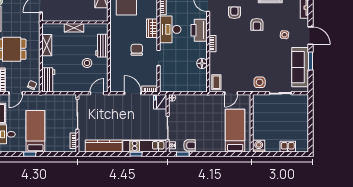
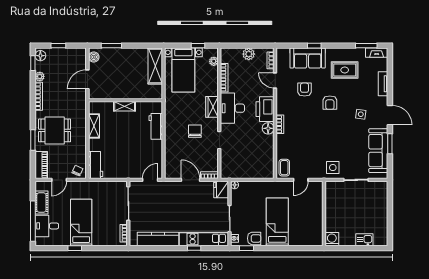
stool: (87, 63) -> (139, 146), removed
floor lamp: (202, 63) -> (268, 128), moved
bed: (235, 131) -> (277, 222), moved

